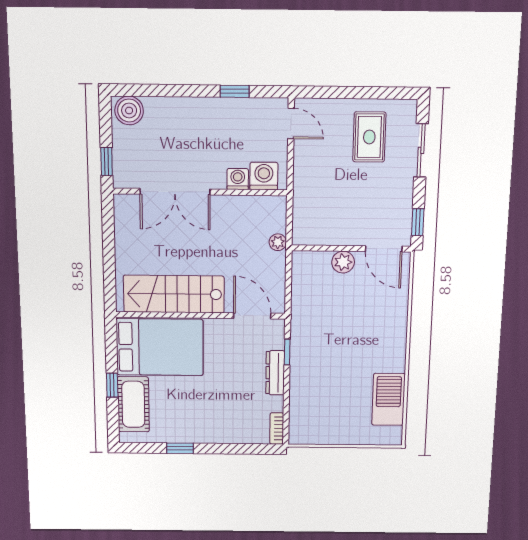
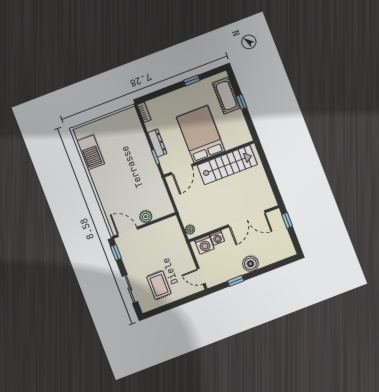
boiler: (129, 110) -> (250, 264), moved
double door: (175, 192) -> (247, 219), swing flipped
plant: (278, 242) -> (190, 230), moved
door: (252, 316) -> (182, 169), hinge flipped
bed: (160, 347) -> (201, 134), moved, turned 90

